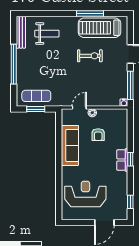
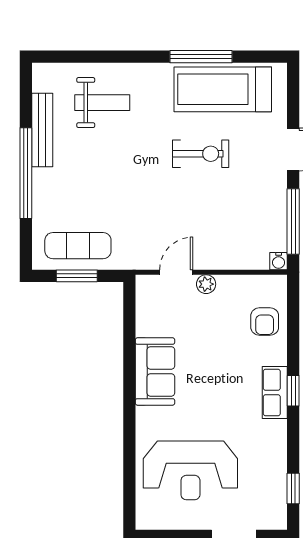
bench: (21, 32) -> (42, 130), moved
armchair: (98, 135) -> (265, 321), moved
sofa: (70, 145) -> (155, 371), width x0.73
reception desk: (85, 194) -> (190, 470), turned 180

